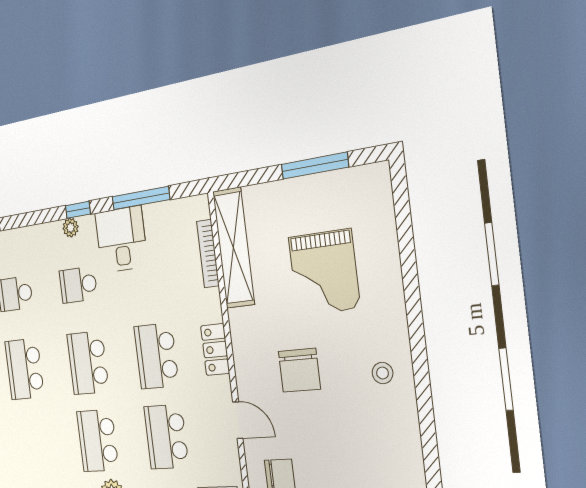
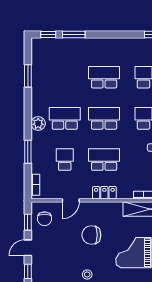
school desk: (166, 437) -> (65, 160), width x0.54

